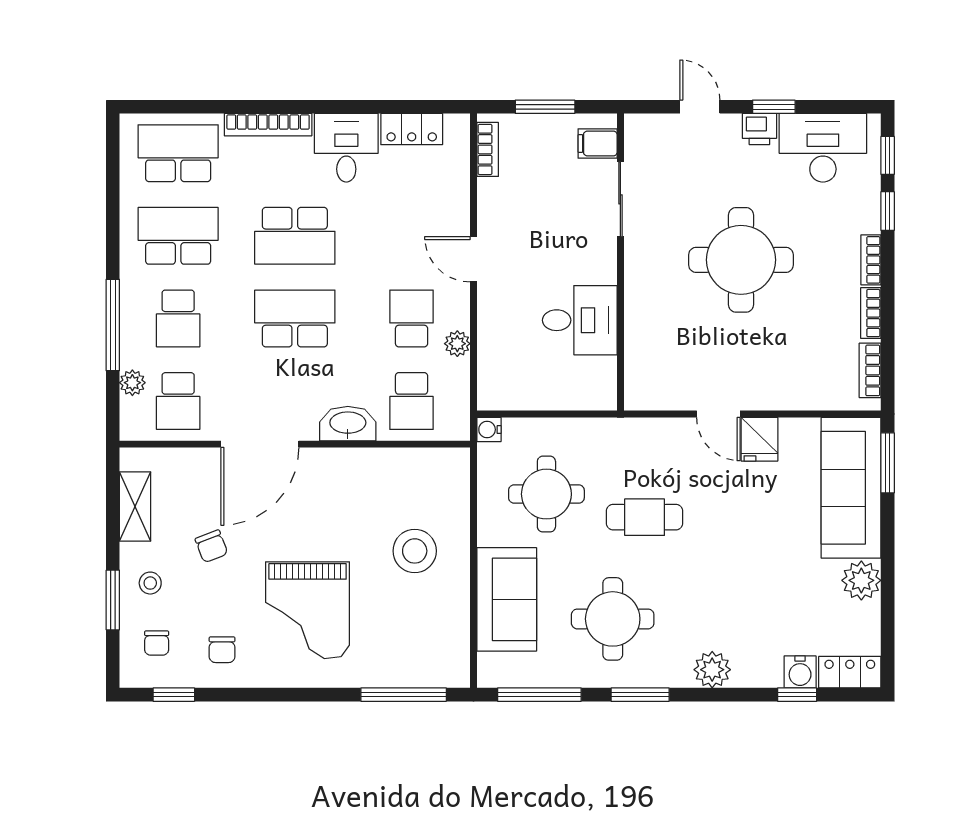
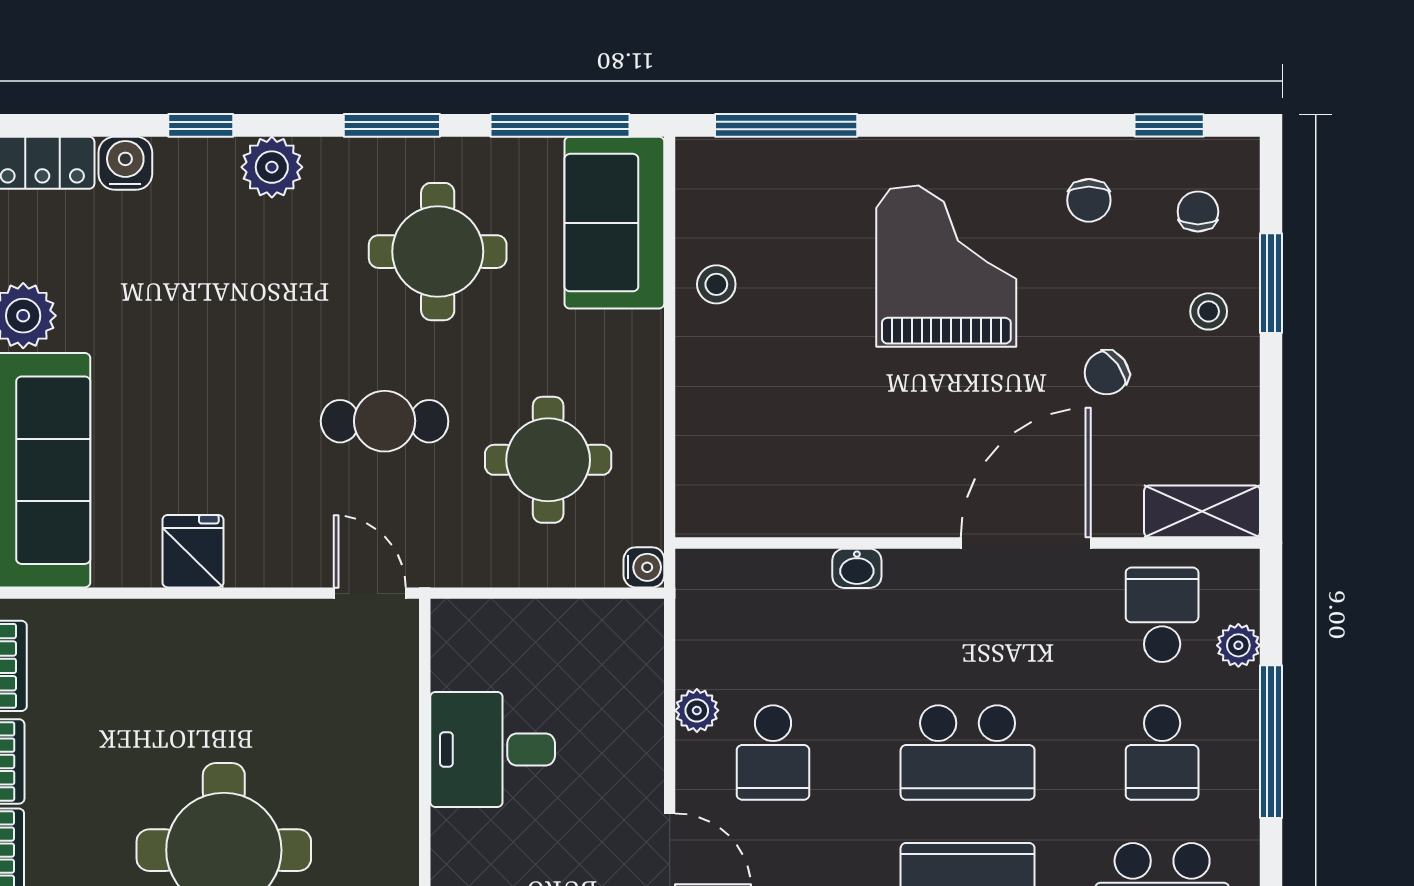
school desk: (178, 318) -> (1162, 753), turned 180
school desk: (412, 401) -> (773, 615), removed
door: (718, 414) -> (370, 593), moved
washbasin: (348, 424) -> (857, 568), width x0.52, depth x0.69
shelving: (135, 506) -> (1202, 511), moved, turned 90
chair: (211, 546) -> (1107, 373), turned -105
stool: (415, 551) -> (716, 284), moved, width x0.53, depth x0.53
sofa: (507, 599) -> (614, 223), moved
chair: (222, 650) -> (1089, 200), turned 180
window: (797, 695) -> (201, 125), moved

